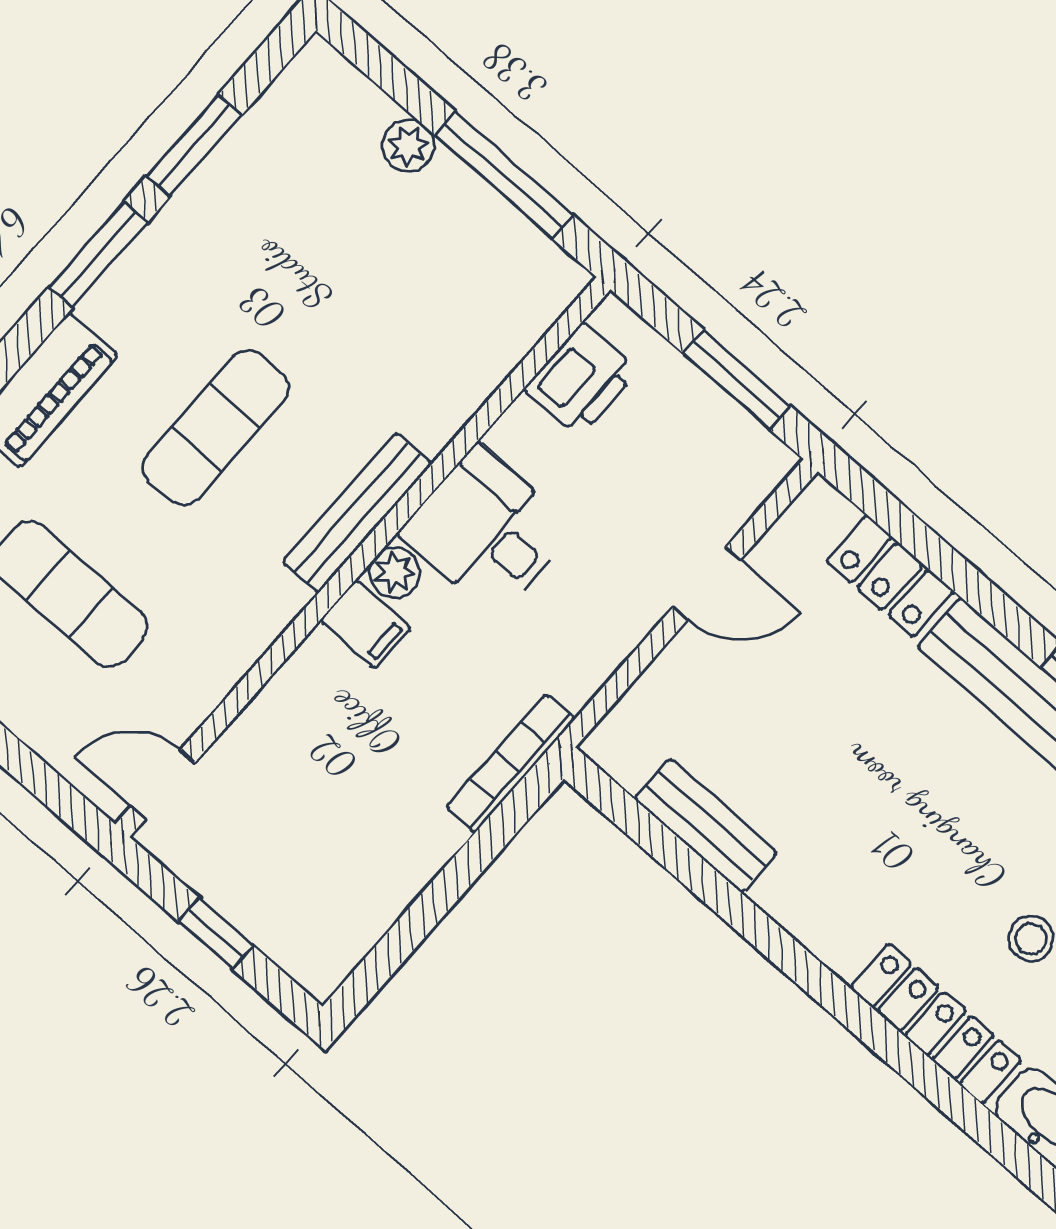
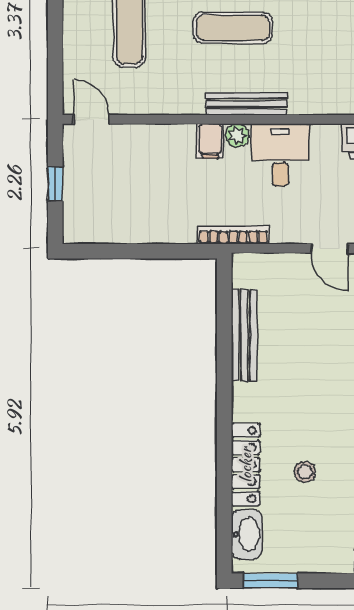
bookcase: (510, 763) -> (233, 235), moved
bench: (706, 826) -> (244, 335), width x1.36

